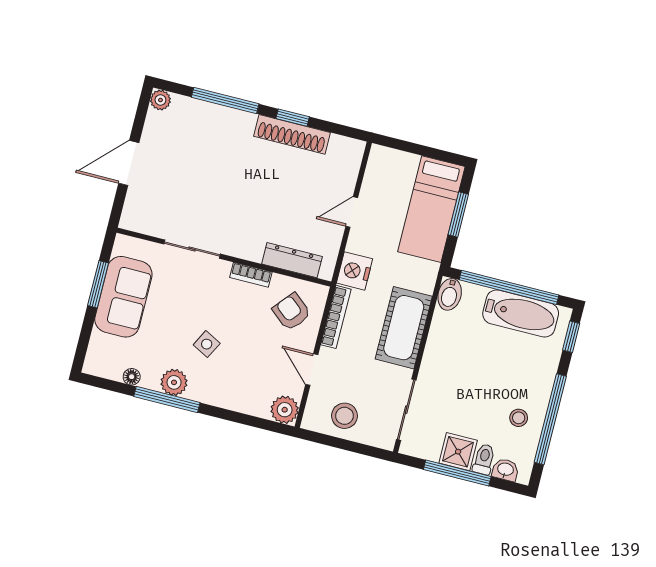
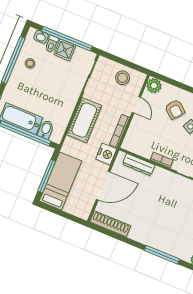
window: (293, 118) -> (127, 240), removed
shoe rack: (292, 134) -> (110, 224), moved
door: (352, 212) -> (103, 186), width x1.88
window: (458, 214) -> (47, 176), width x1.44
bidet: (450, 294) -> (46, 130), moved
armchair: (292, 312) -> (175, 109), moved
window: (457, 473) -> (67, 39), width x1.46

